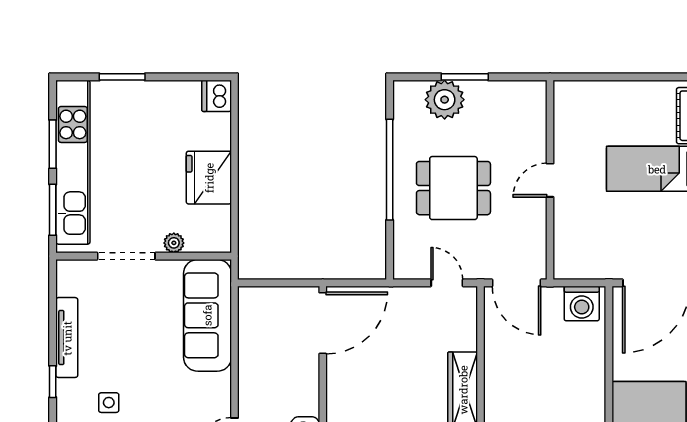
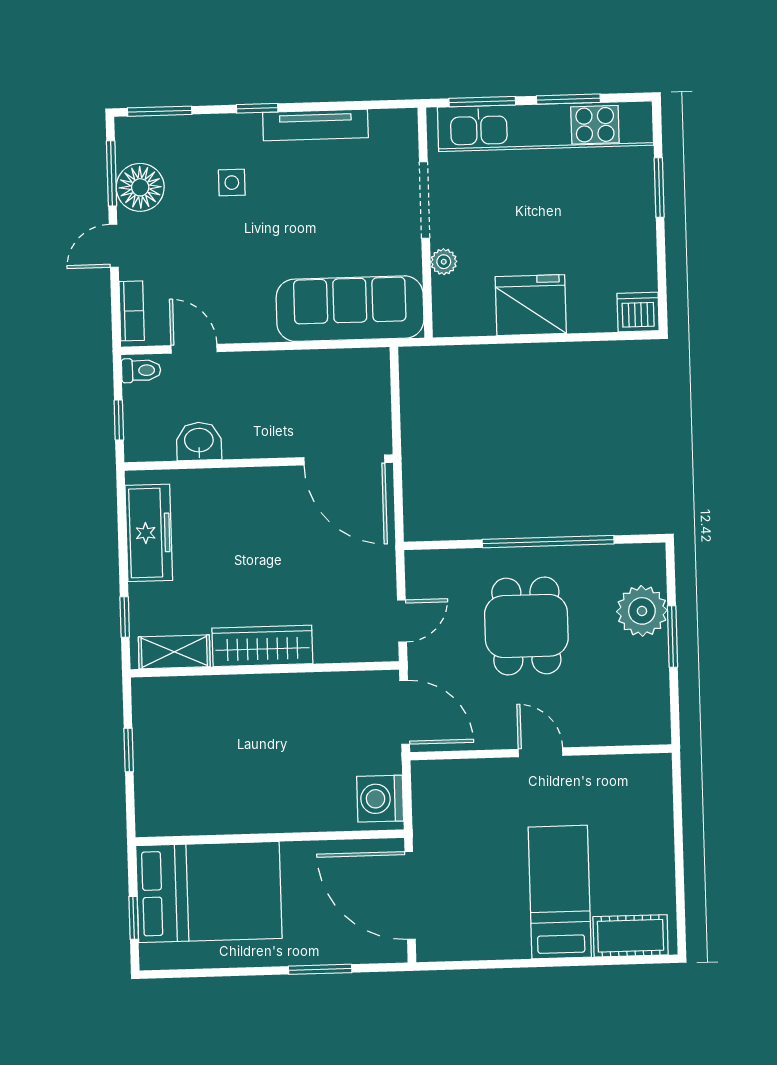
door: (517, 283) -> (405, 712), swing flipped

